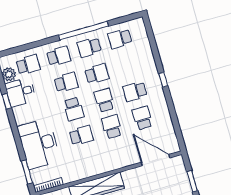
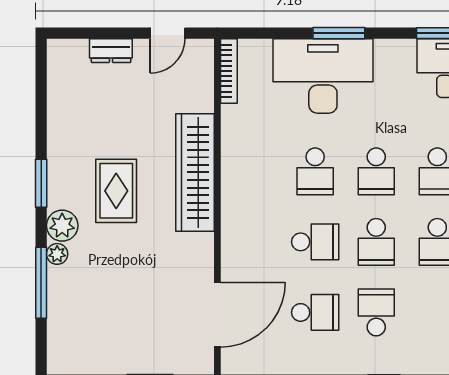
school desk: (104, 100) -> (376, 242), turned 90
school desk: (74, 109) -> (376, 171), turned -90
window: (27, 172) -> (339, 33), moved

